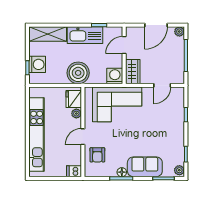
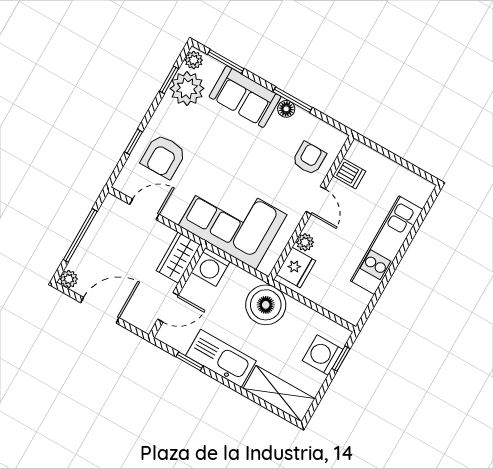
armchair: (168, 116) -> (163, 156), added
kitchen unit: (37, 134) -> (387, 245), width x0.73
door: (83, 137) -> (316, 200), hinge flipped
plant: (175, 155) -> (187, 88), added
dishwasher: (74, 171) -> (349, 174), moved

